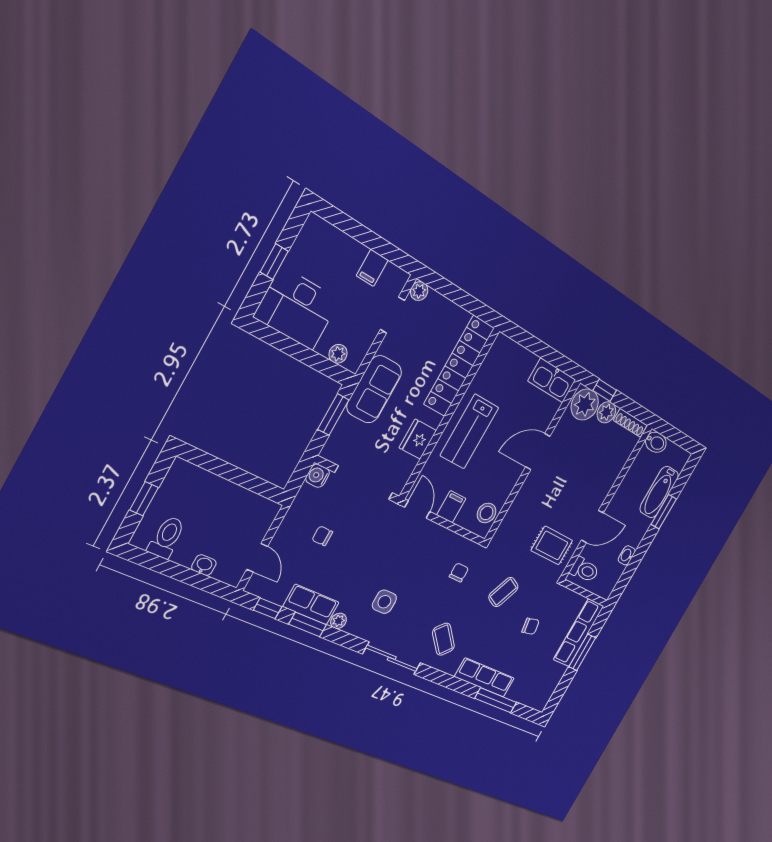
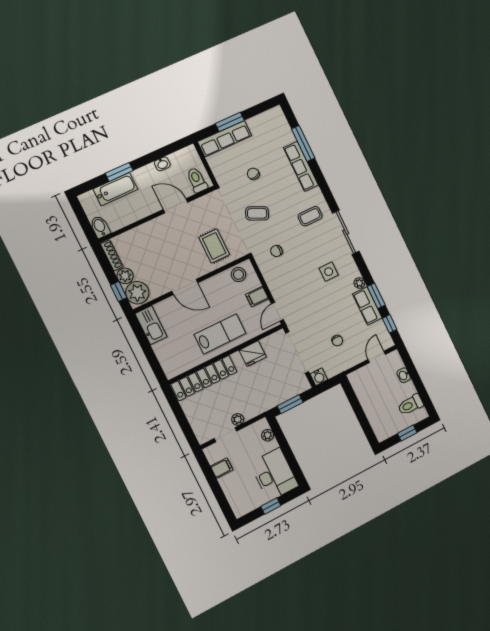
plant: (419, 291) -> (238, 419), moved
sofa: (374, 389) -> (260, 401), removed
rug: (552, 545) -> (214, 246), moved
coffee table: (443, 639) -> (310, 216), turned 45

